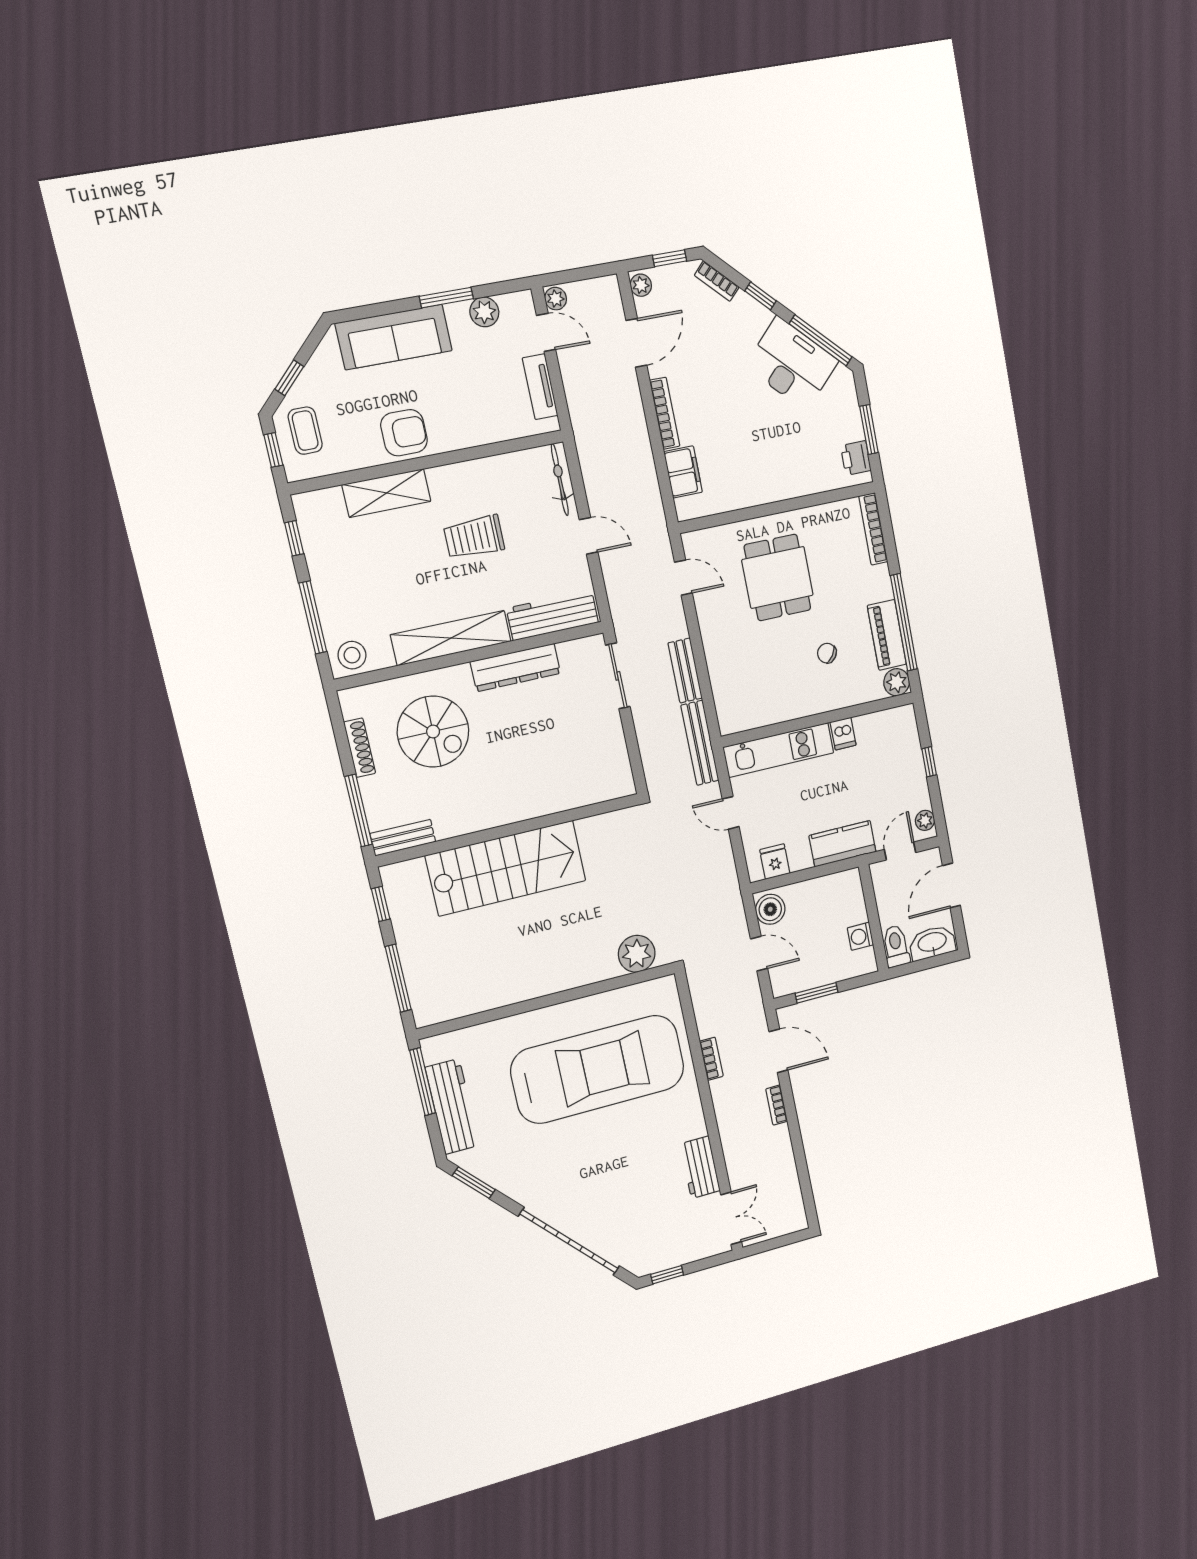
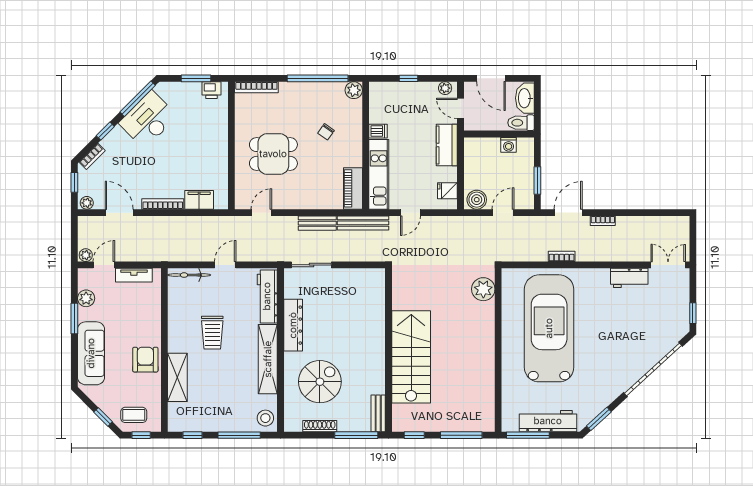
piano: (887, 635) -> (353, 188), moved, turned 90

